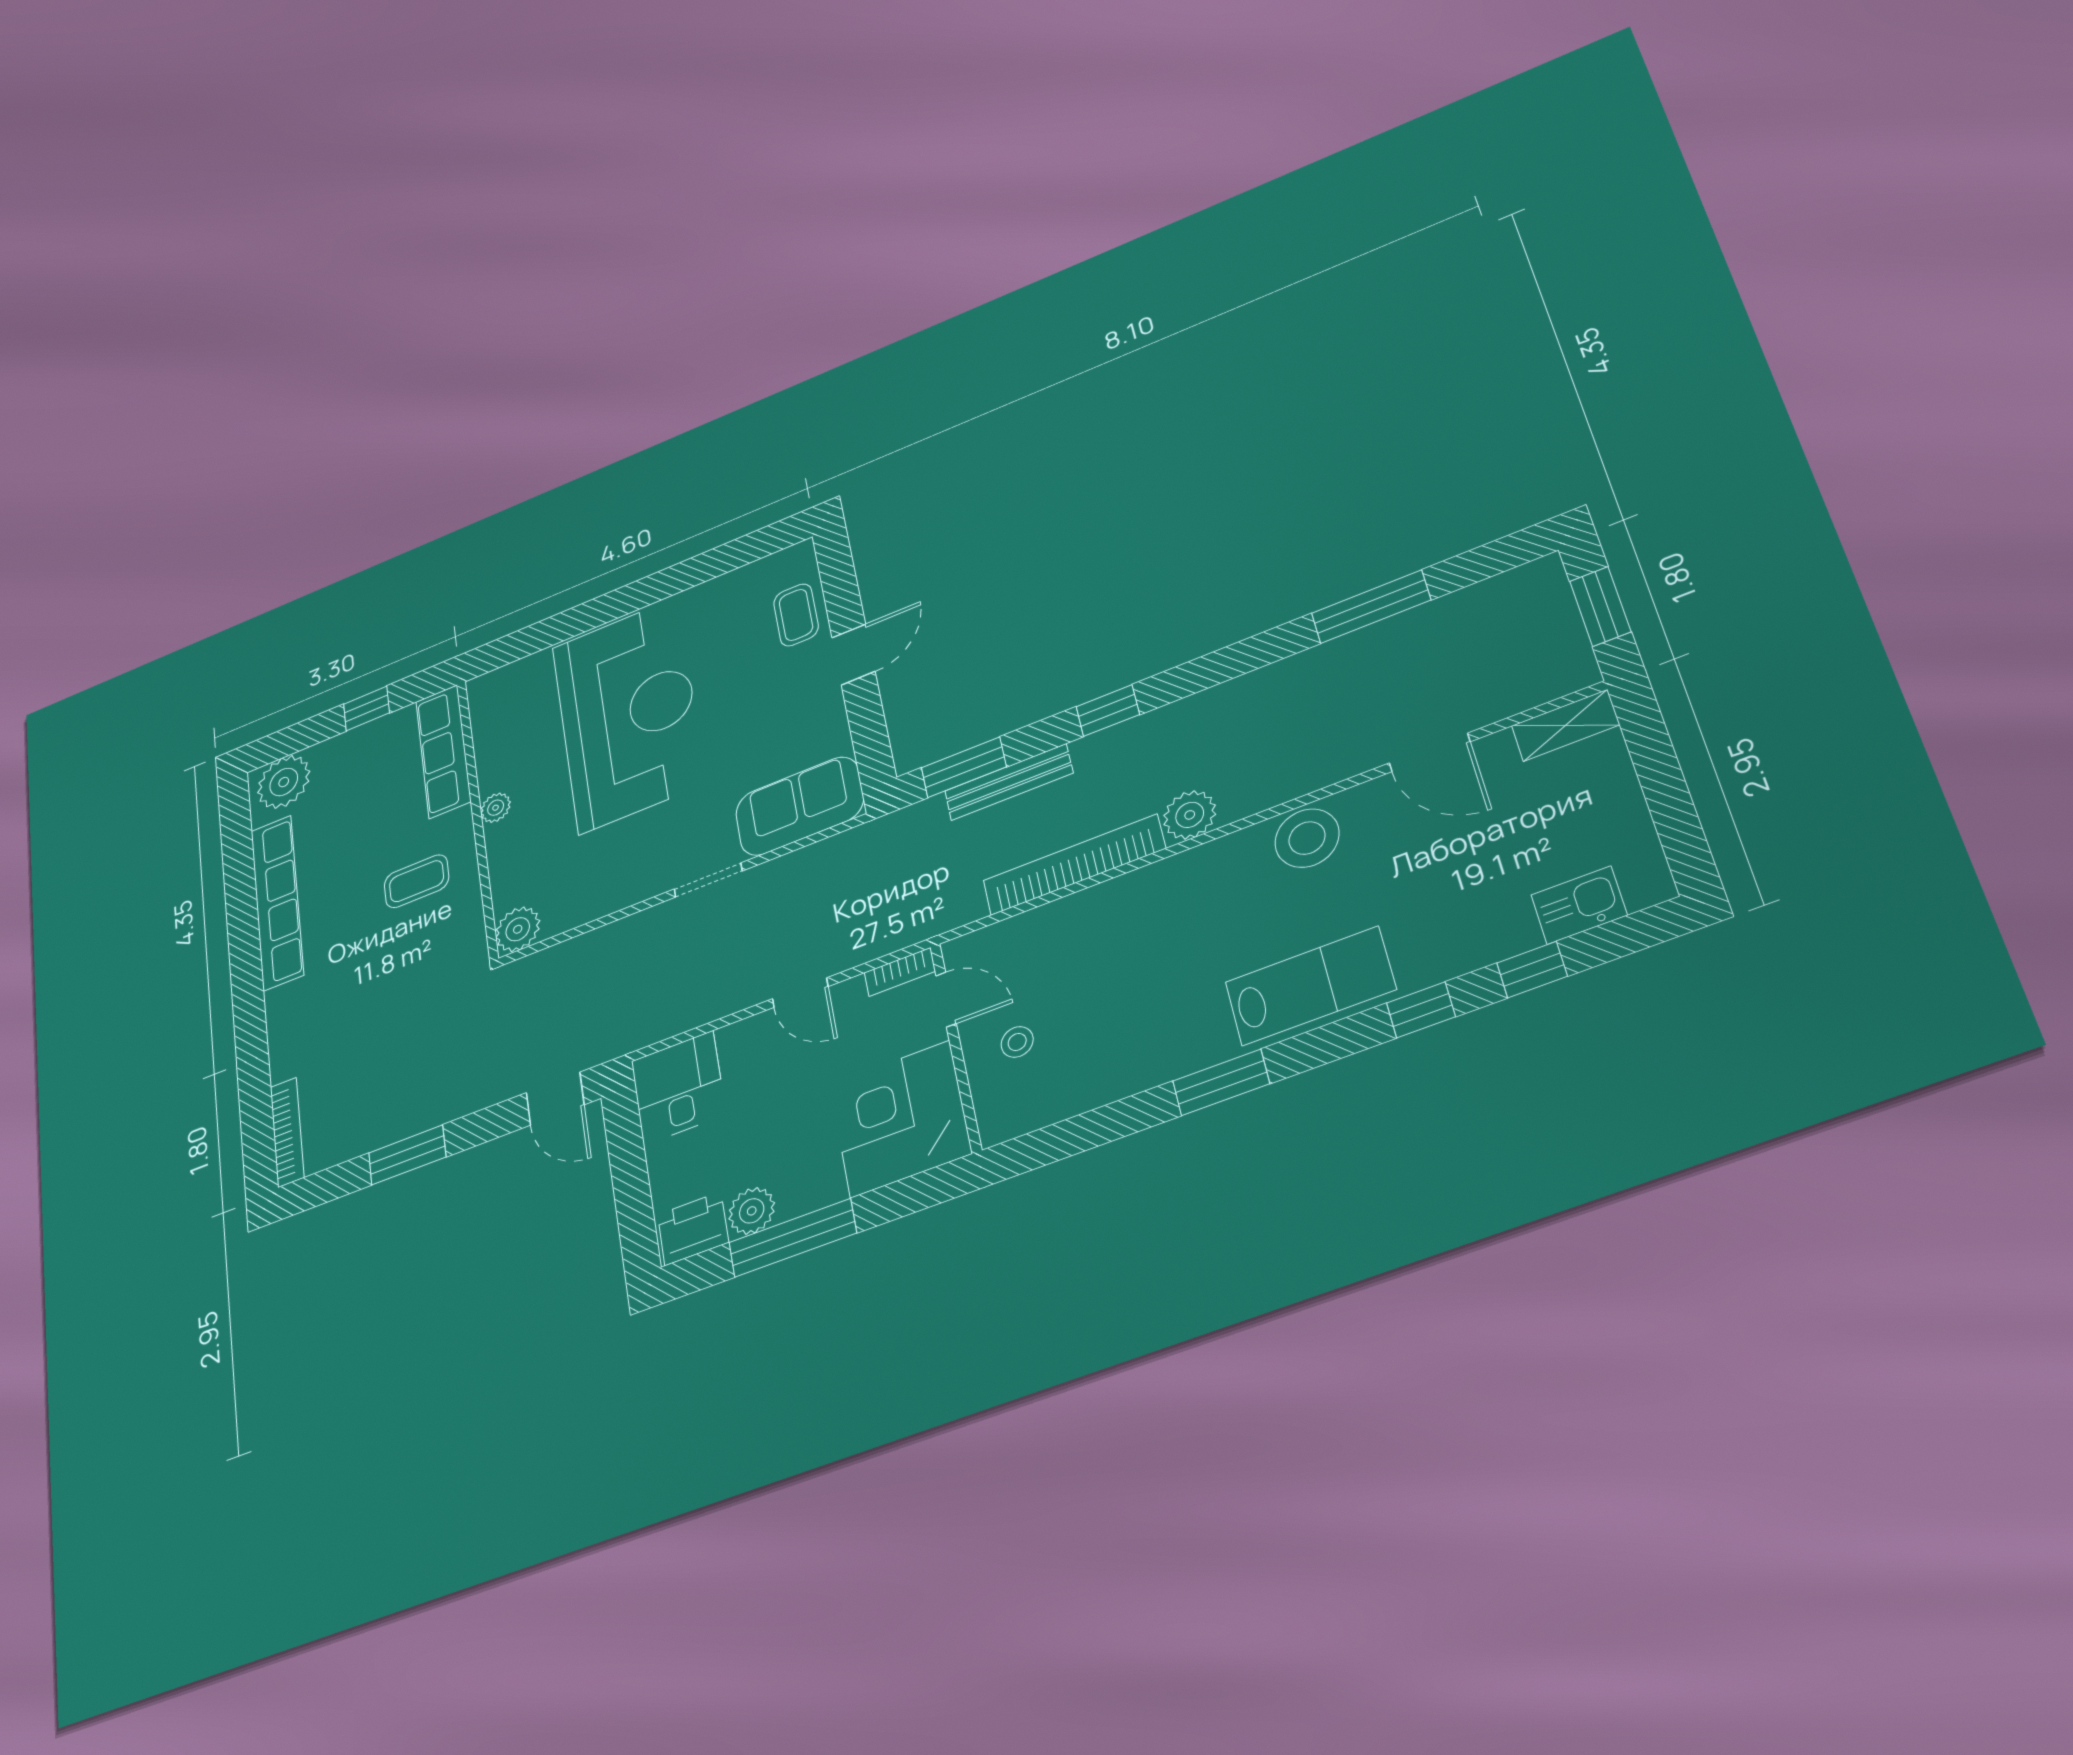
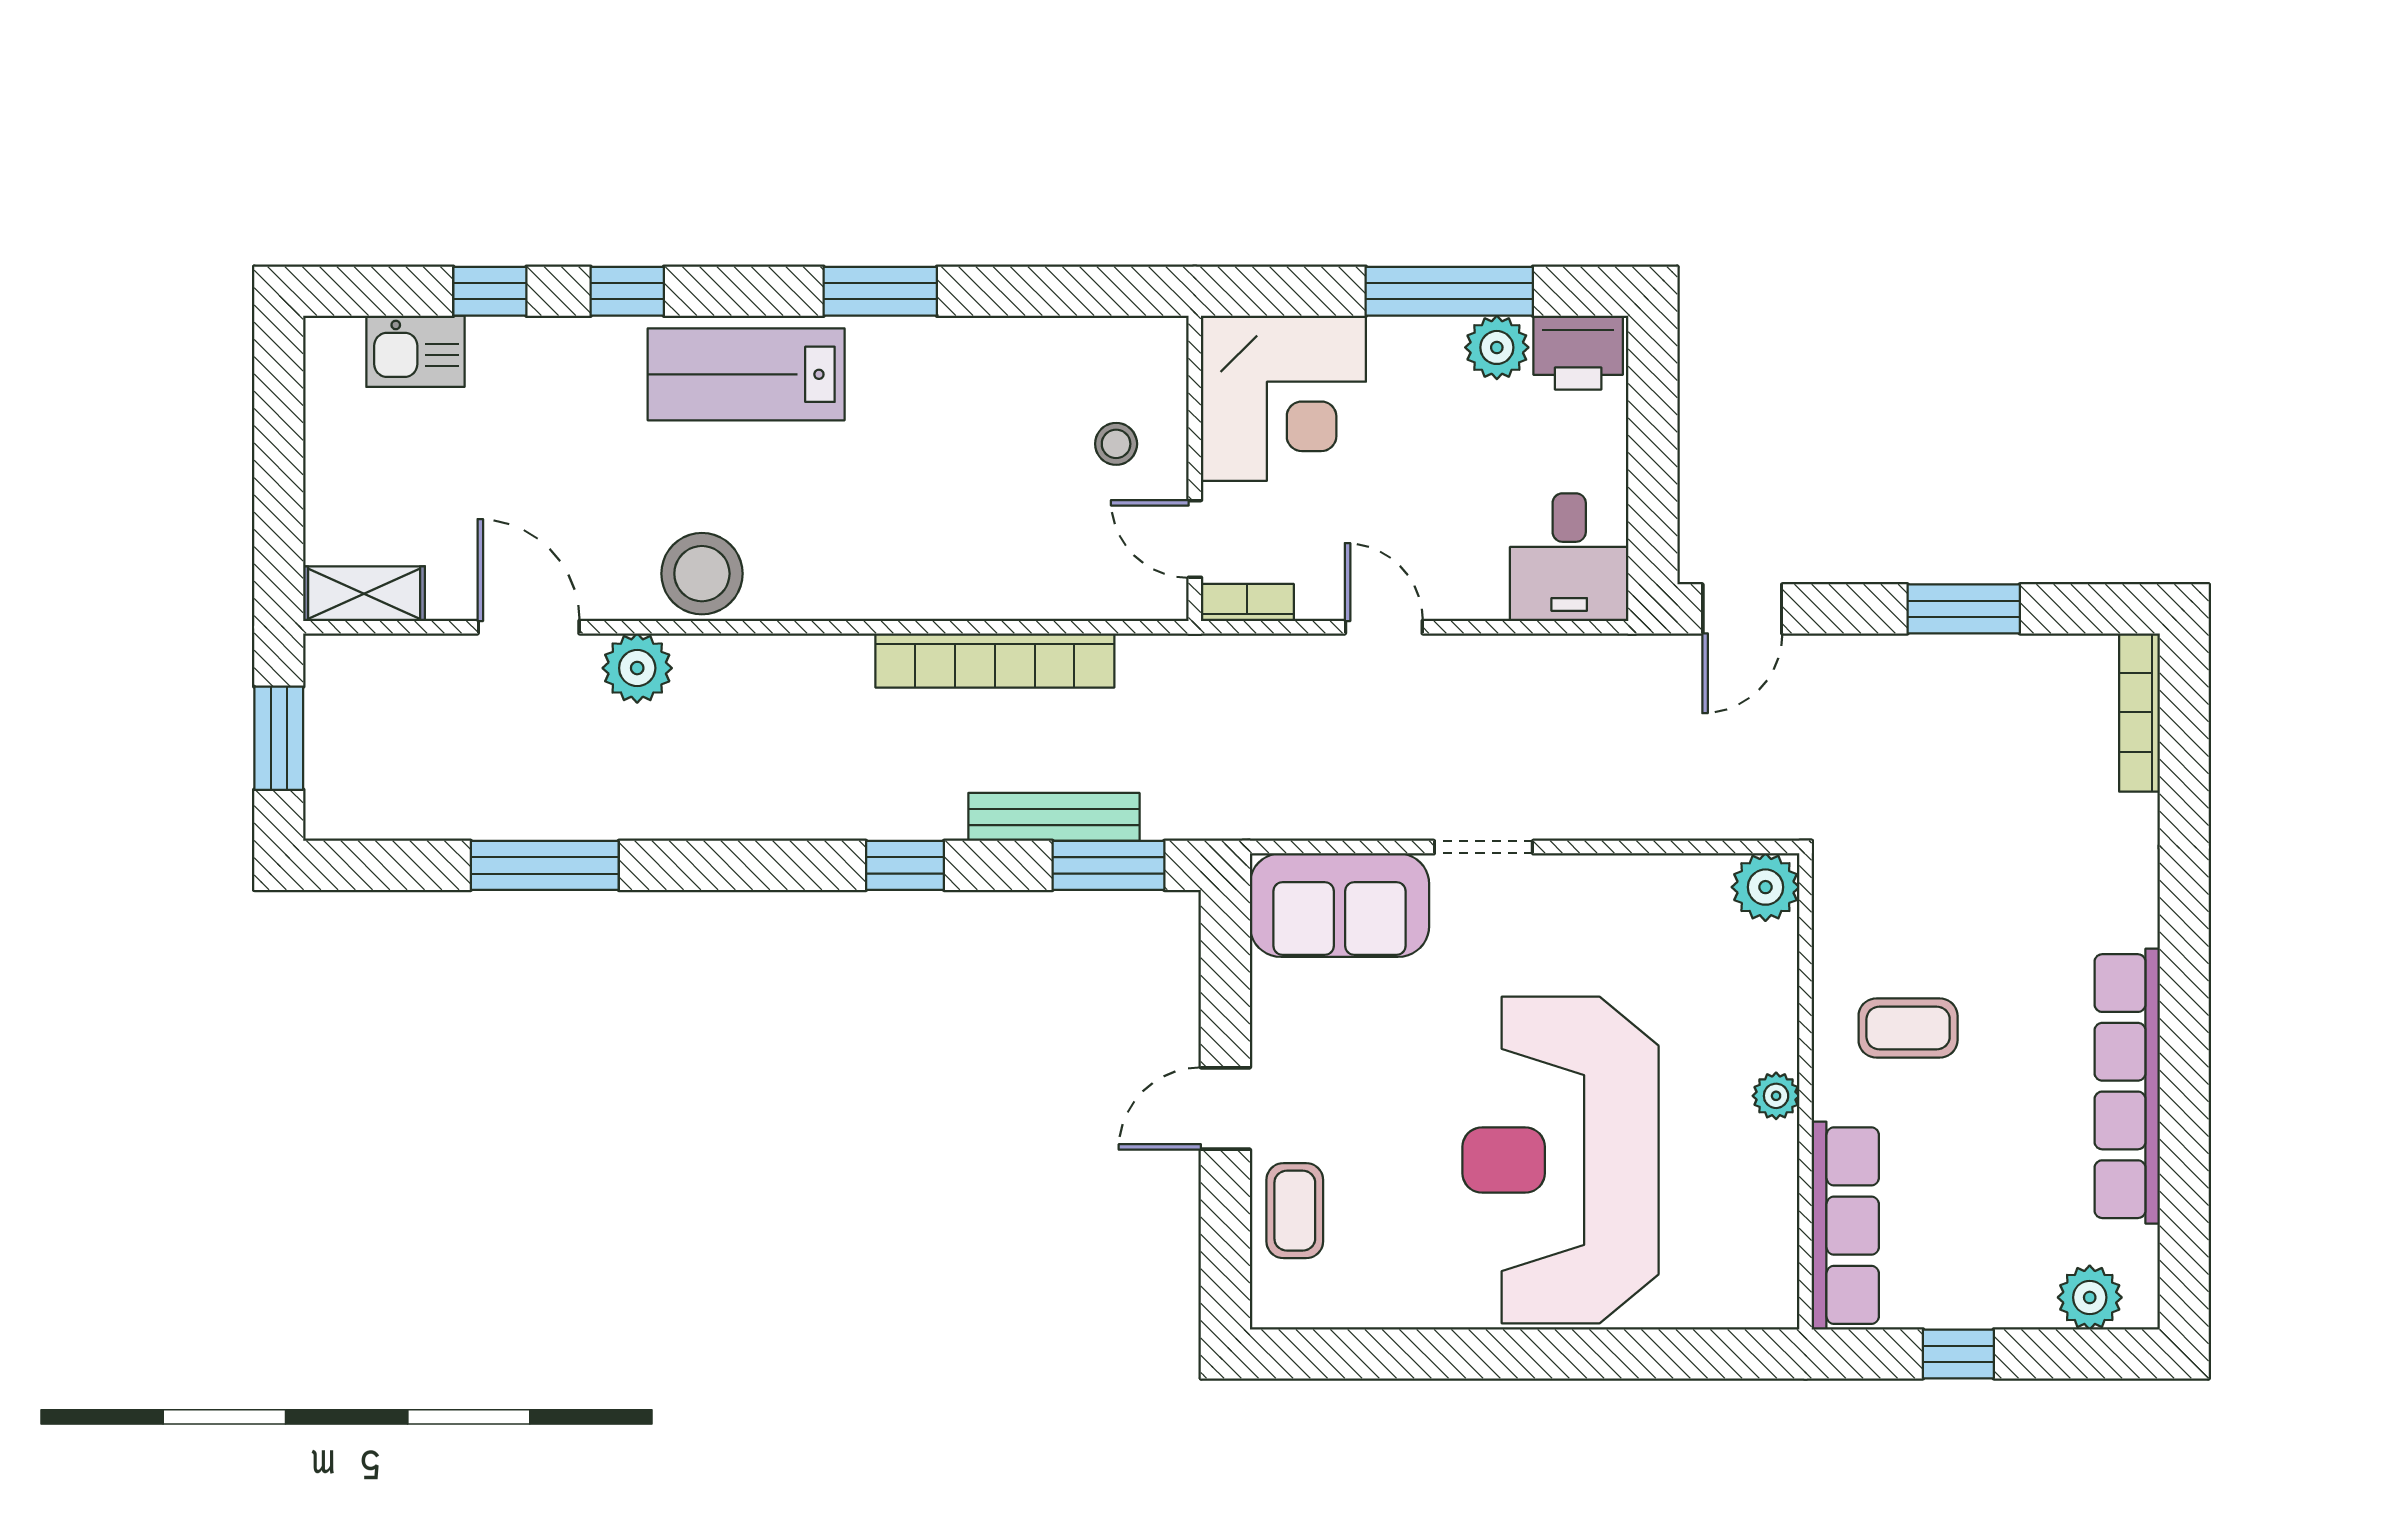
plant: (284, 782) -> (2090, 1297), width x0.73, depth x0.73
plant: (1190, 815) -> (637, 668), moved
door: (555, 1099) -> (1742, 609), swing flipped

